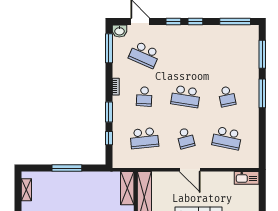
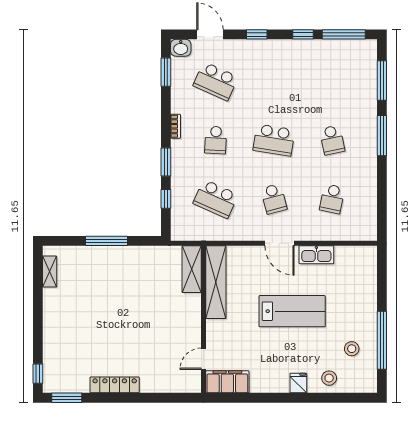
window: (195, 22) -> (303, 34), moved
window: (109, 48) -> (166, 72), width x0.69
school desk: (144, 138) -> (216, 199), turned 30
school desk: (227, 138) -> (332, 199), width x0.54
kitchen sink: (247, 178) -> (316, 255), moved

